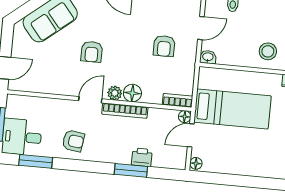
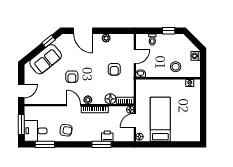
floor lamp: (132, 93) -> (110, 99), moved
door: (90, 100) -> (74, 105), hinge flipped
bed: (232, 109) -> (160, 119), moved, turned -90

